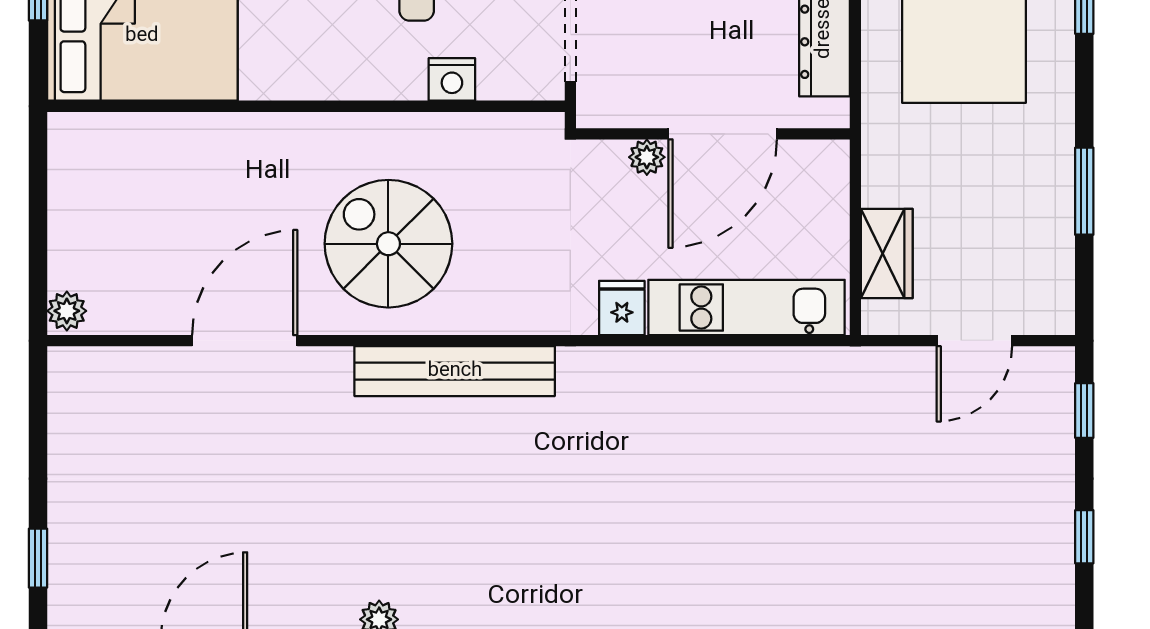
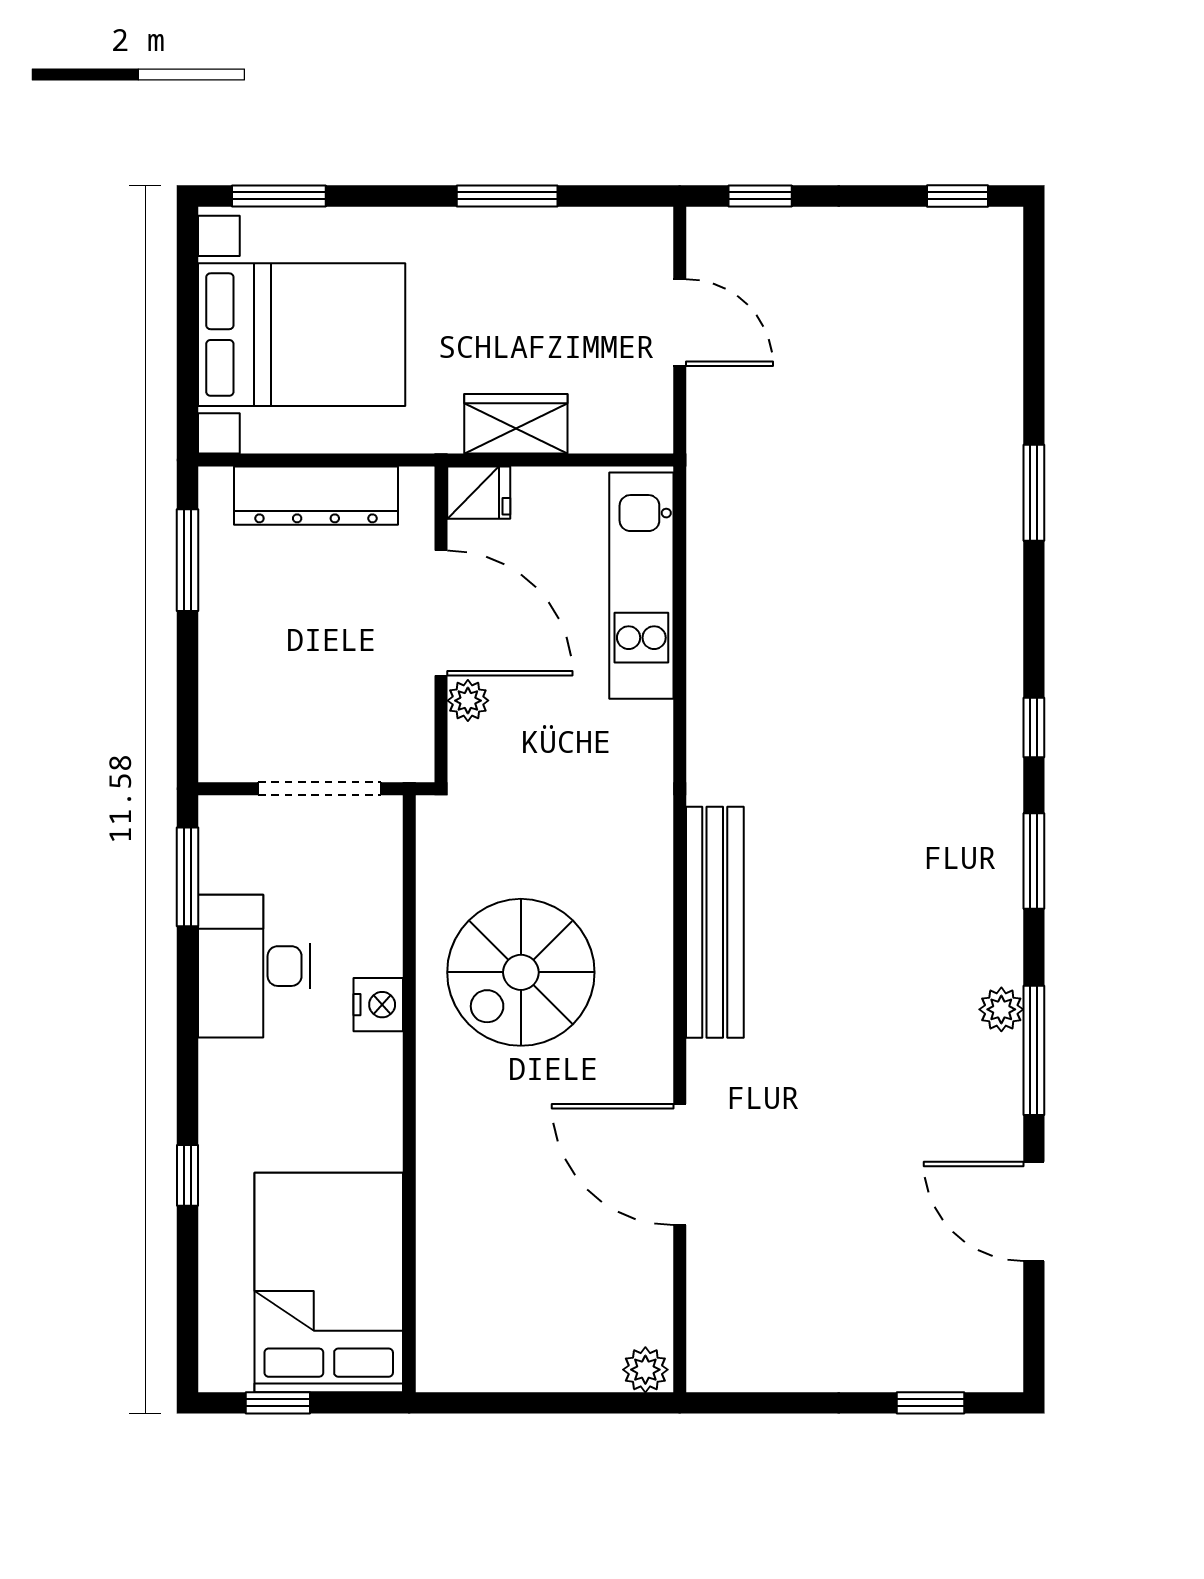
nightstand: (452, 79) -> (378, 1005), moved
spiral stairs: (388, 244) -> (521, 972), moved
wardrobe: (887, 254) -> (516, 424), moved
fridge: (622, 308) -> (479, 493), moved, turned 180
window: (1084, 537) -> (957, 196), moved

